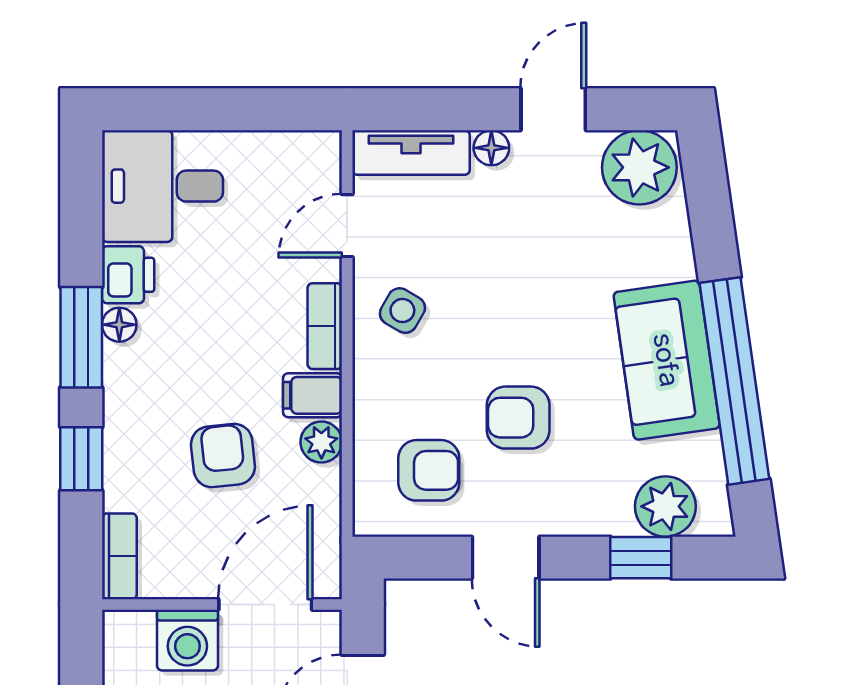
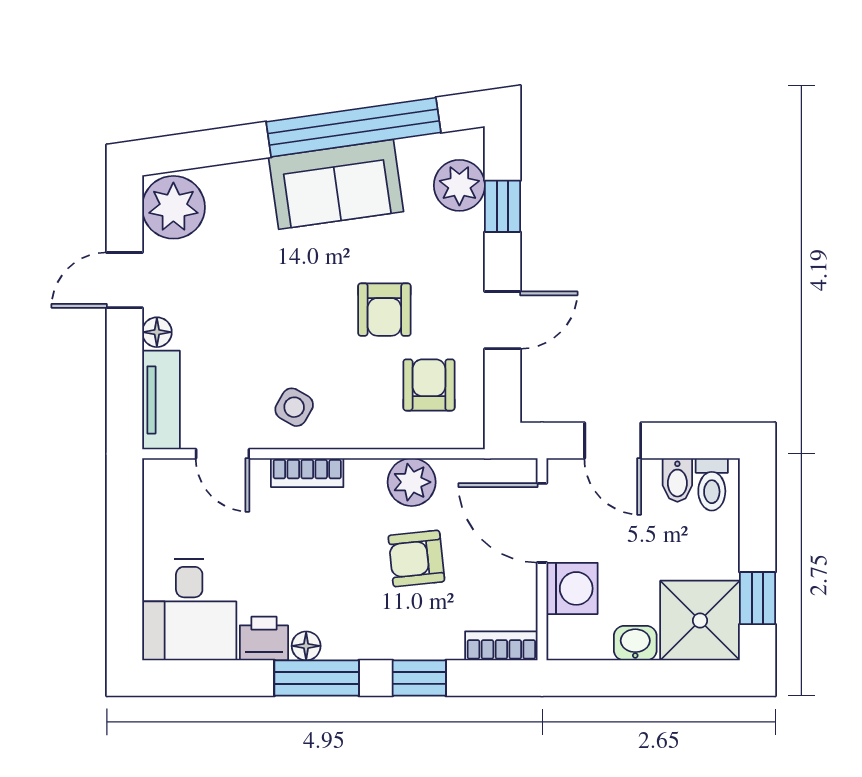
door: (553, 109) -> (124, 280), hinge flipped
filing cabinet: (313, 395) -> (366, 483), removed
plant: (321, 442) -> (412, 482), width x1.38, depth x1.38

